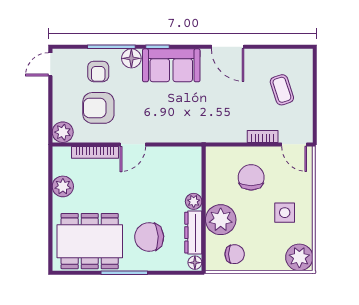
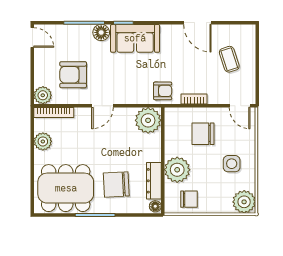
door: (228, 47) -> (197, 23), moved
door: (50, 64) -> (32, 38), swing flipped
armchair: (98, 71) -> (163, 91), moved, turned -90
bookcase: (263, 136) -> (194, 99), moved
bookcase: (95, 152) -> (54, 112), moved
chair: (251, 177) -> (203, 134), turned -90
plant: (194, 201) -> (148, 120), moved, width x1.88, depth x1.88

